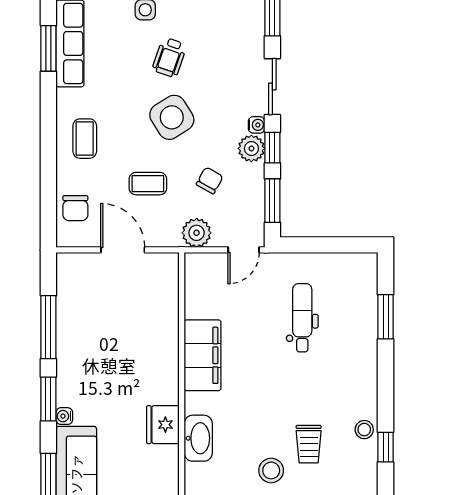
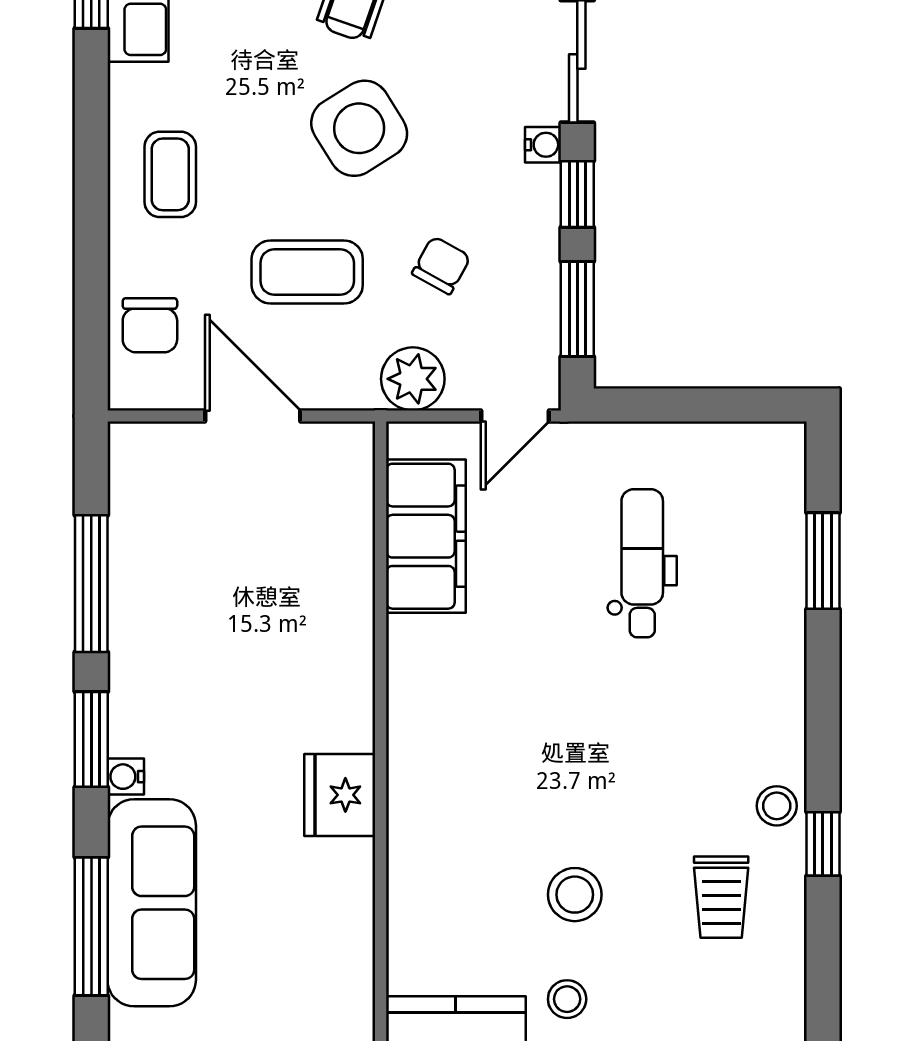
plant: (251, 148) -> (532, 196), removed
coffee table: (148, 184) -> (307, 272), width x1.36, depth x1.30
filing cabinet: (203, 355) -> (426, 536), moved
washbasin: (198, 438) -> (417, 825), removed
trolley: (309, 444) -> (721, 897), moved

